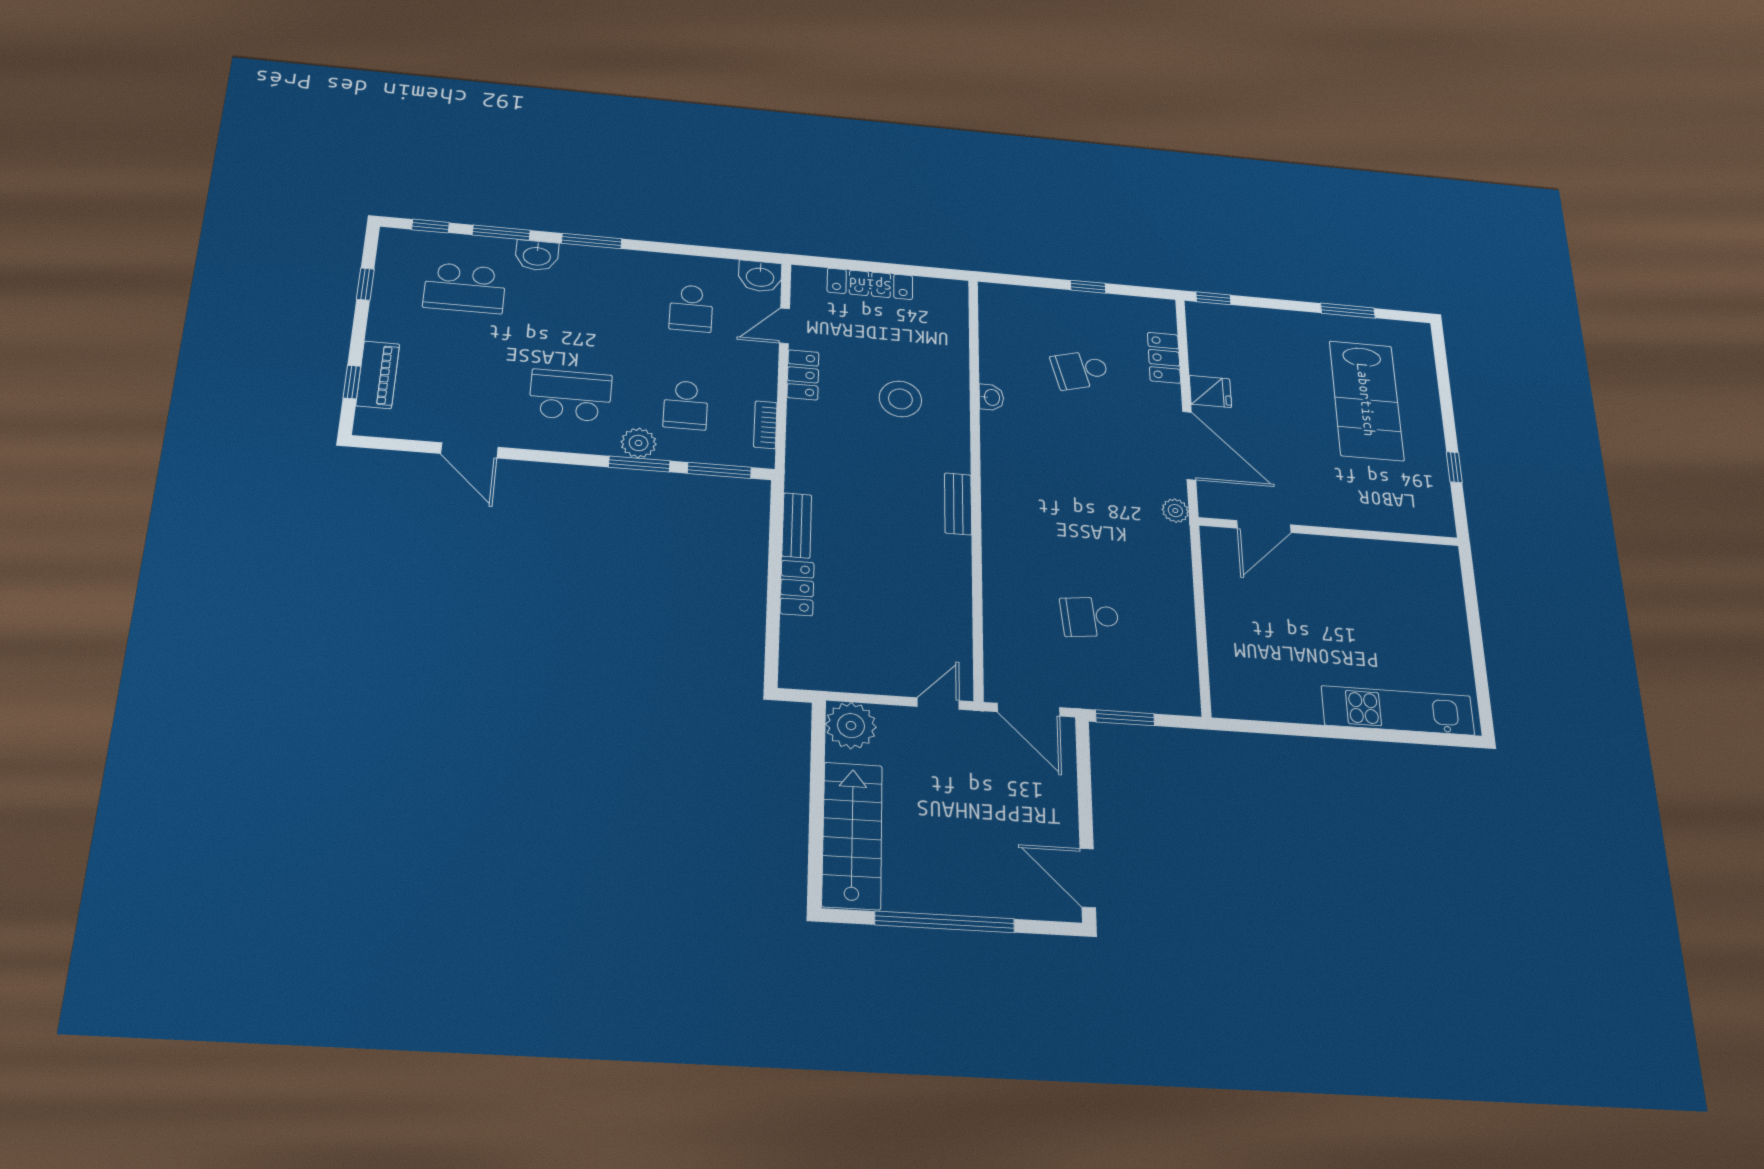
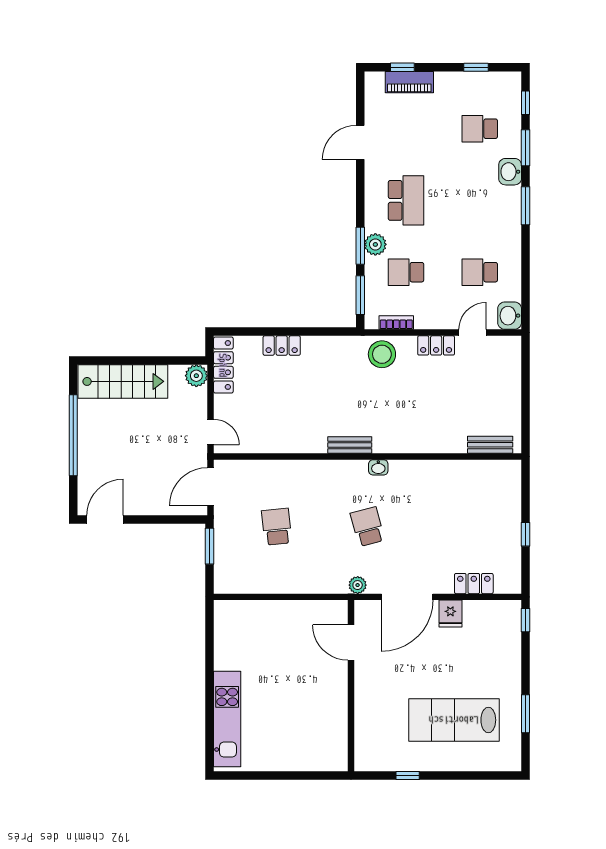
locker: (870, 284) -> (223, 365), moved, turned 180
school desk: (465, 288) -> (480, 129), width x0.54
door: (784, 326) -> (473, 333), hinge flipped
school desk: (1080, 370) -> (367, 527), moved
washbasin: (991, 397) -> (378, 467), moved
stool: (900, 399) -> (382, 354), moved
bench: (797, 525) -> (490, 445), moved
plant: (851, 726) -> (196, 376), width x0.73, depth x0.73

